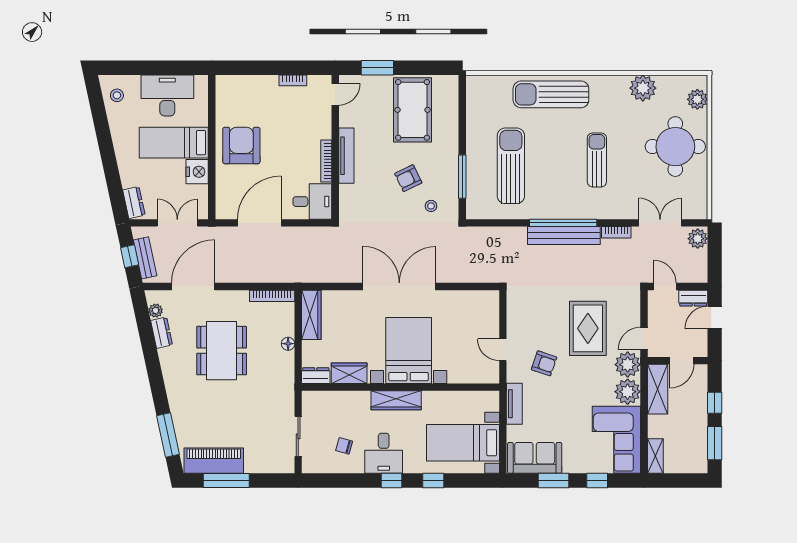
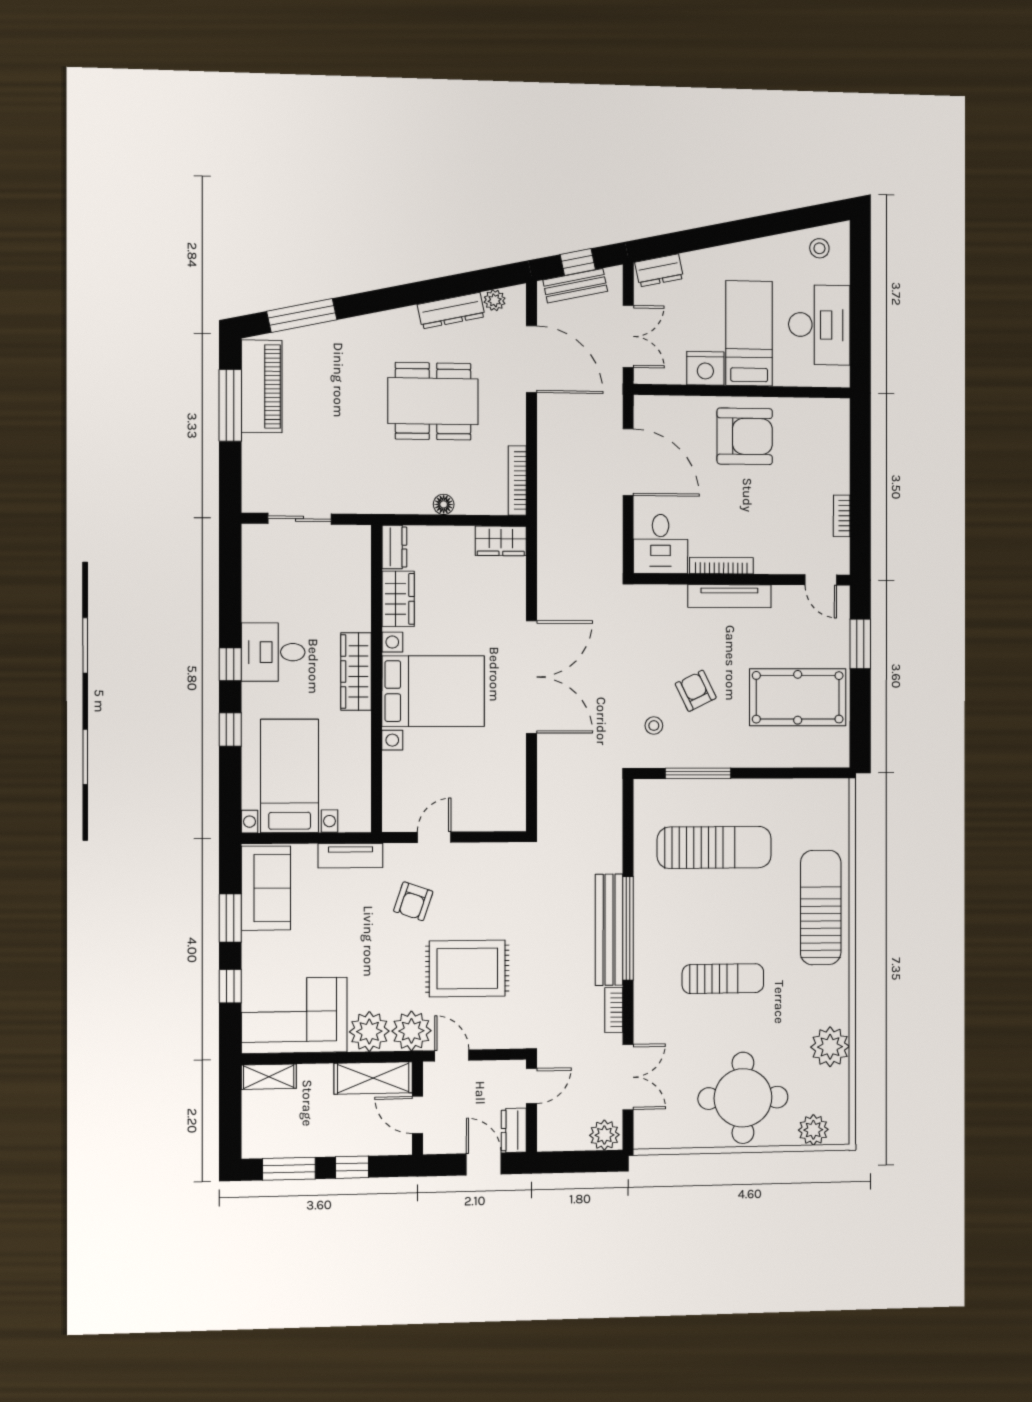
wardrobe: (311, 315) -> (501, 541), width x0.67
dresser: (162, 333) -> (451, 311), width x1.44
chair: (344, 446) -> (285, 590), removed

